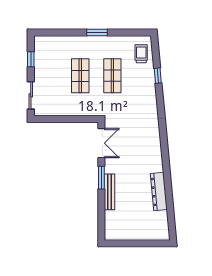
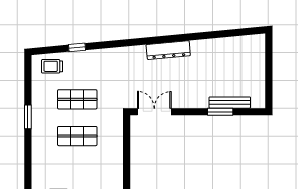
window: (101, 178) -> (220, 112), moved
dresser: (159, 191) -> (168, 50), moved
bench: (110, 192) -> (230, 103), moved

